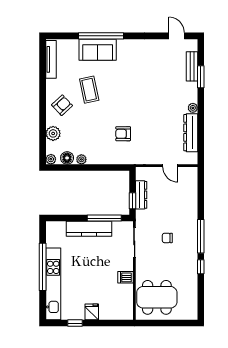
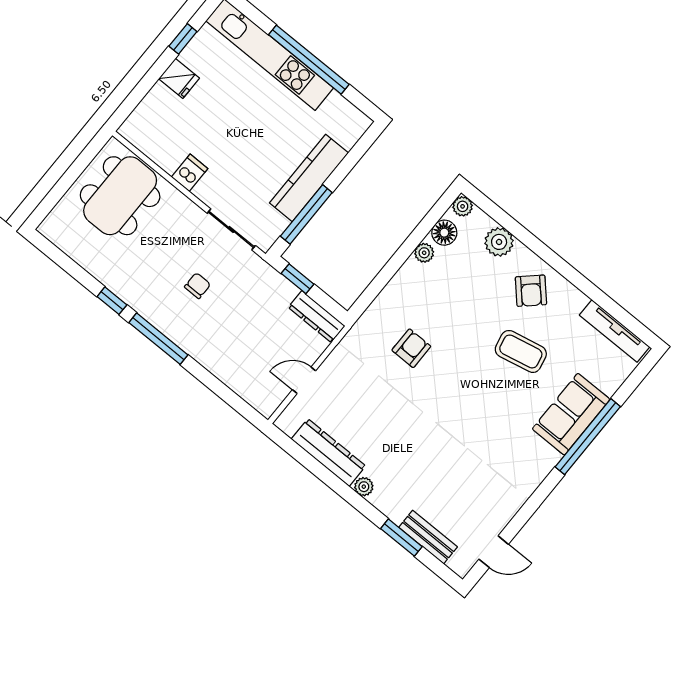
dresser: (141, 195) -> (317, 317), moved

